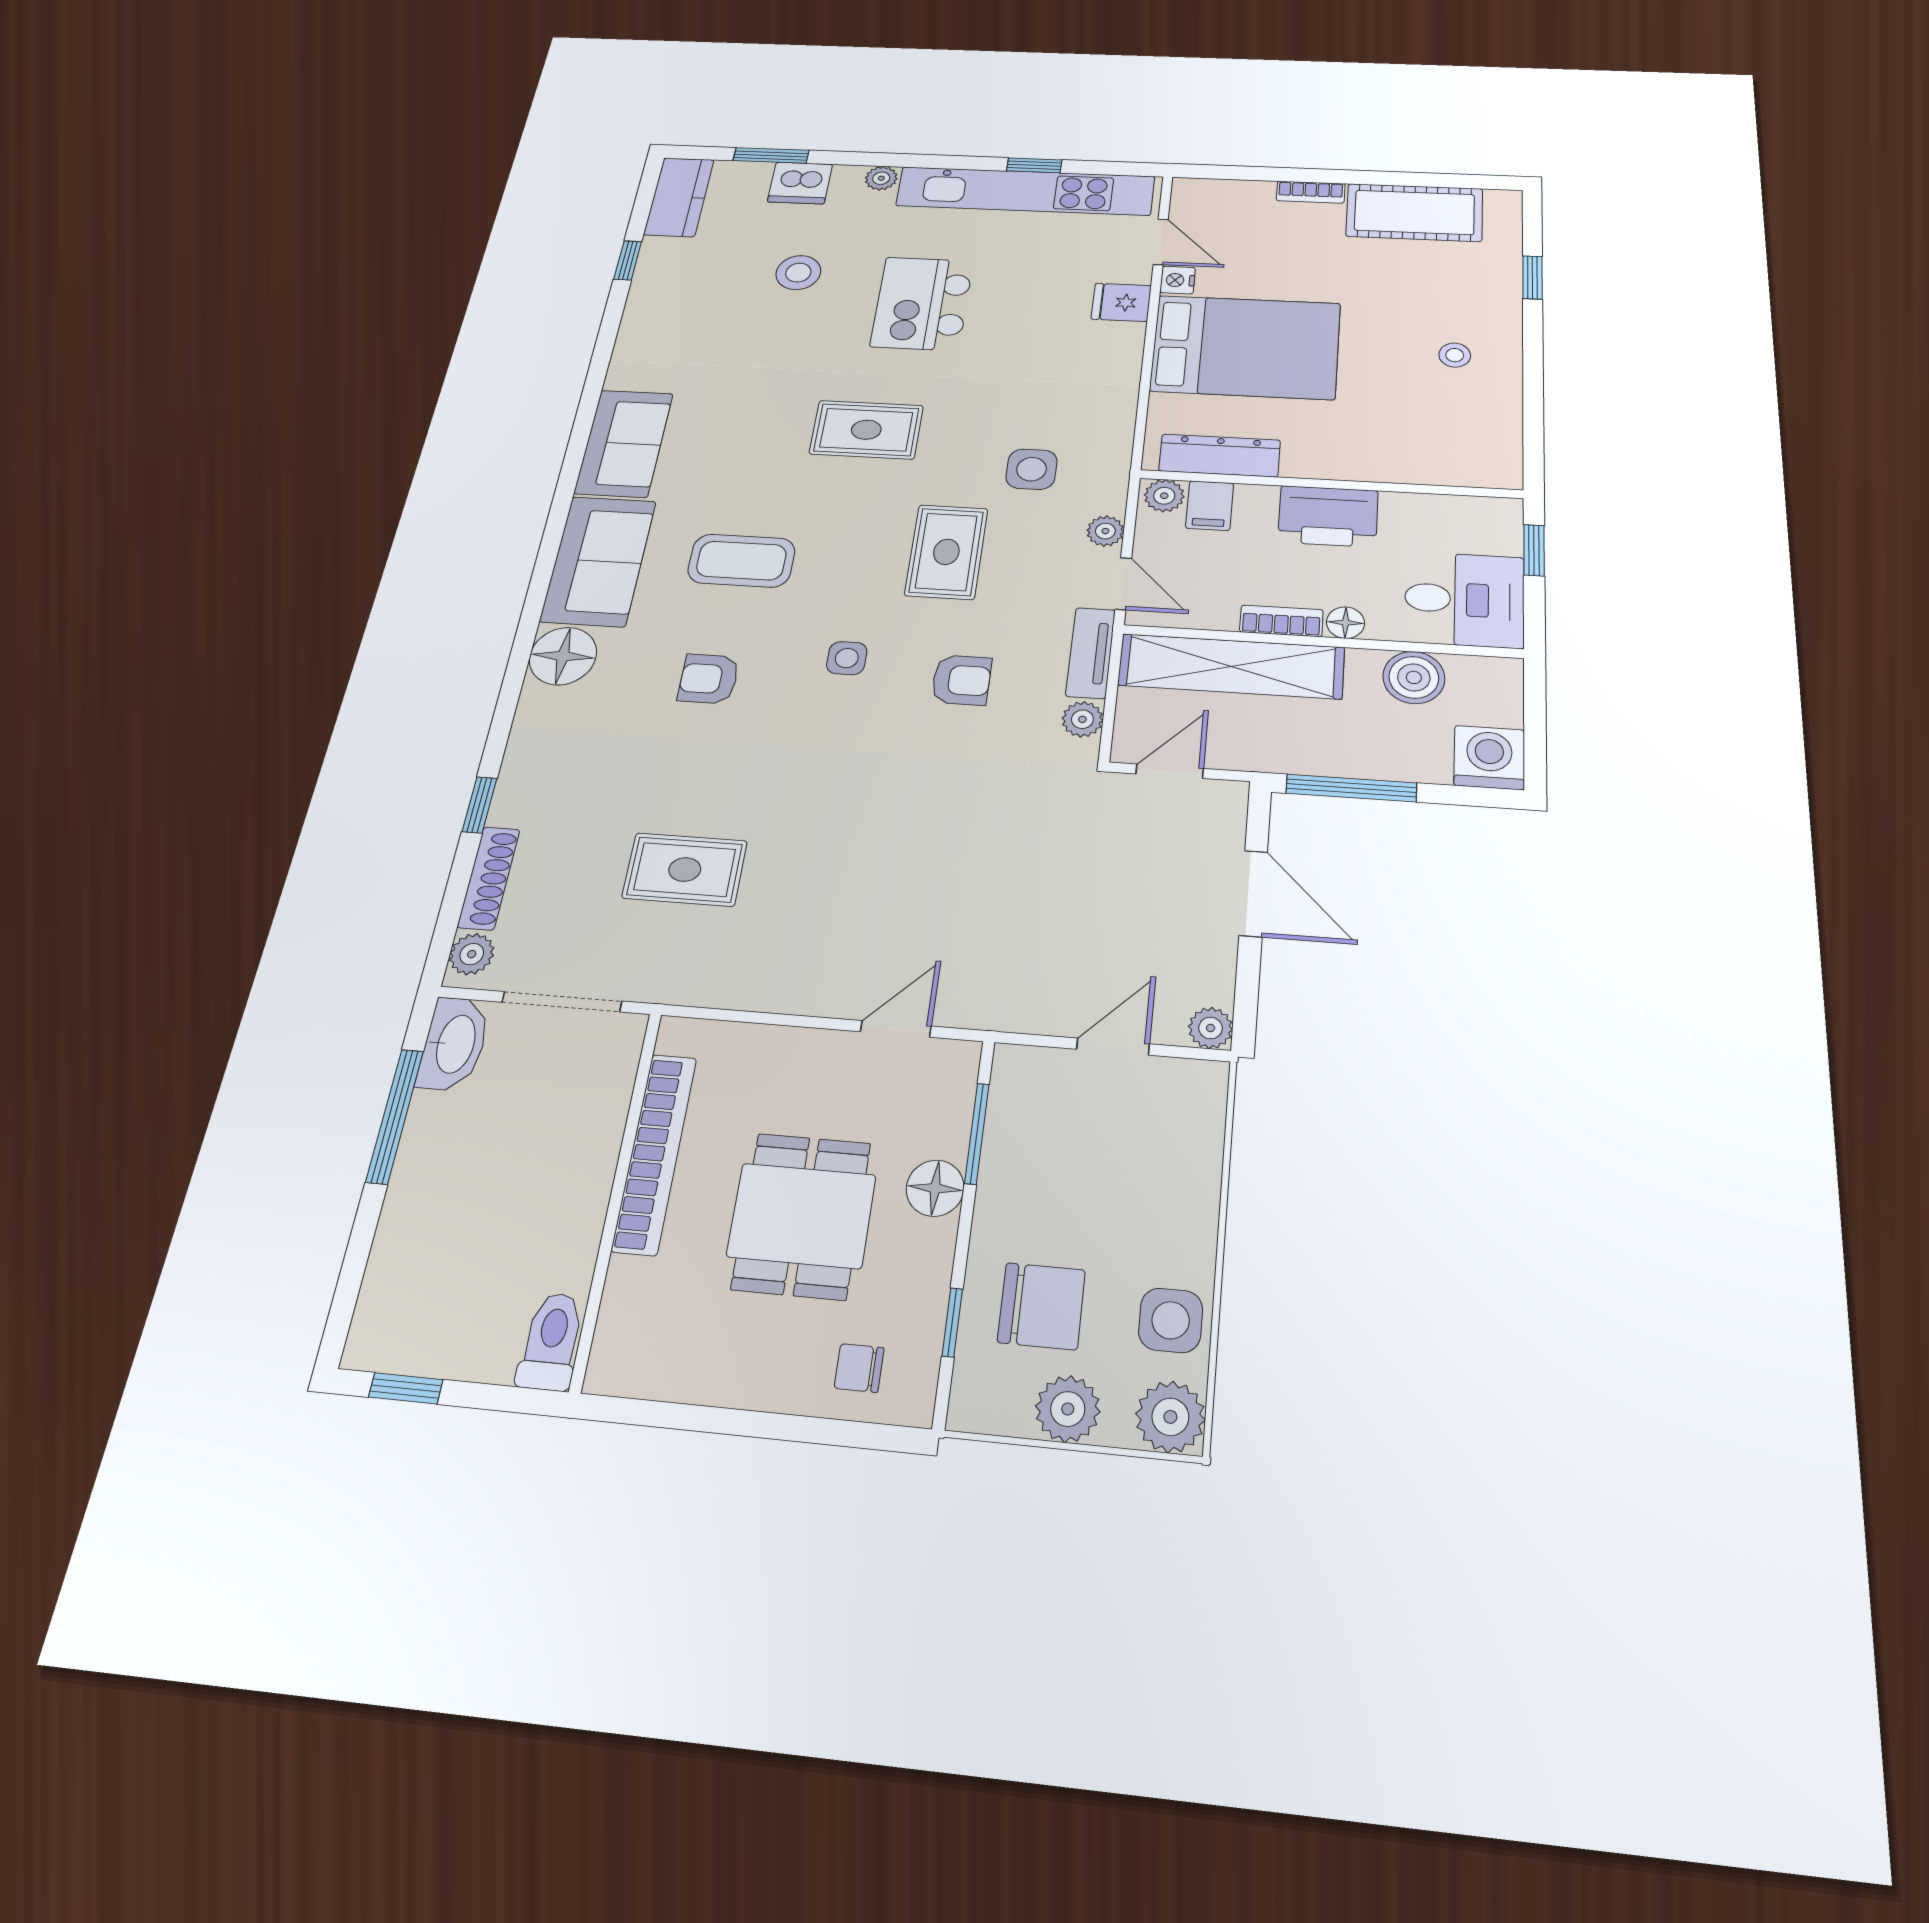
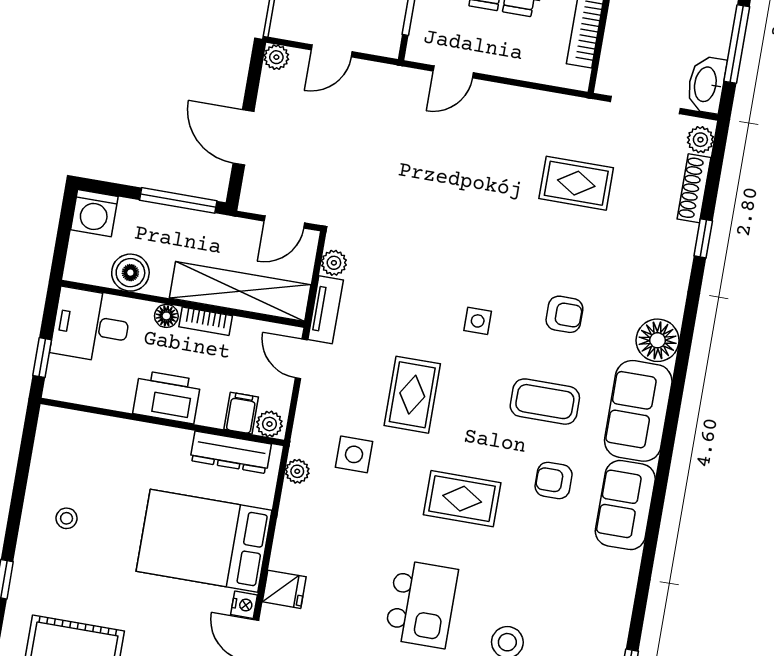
plant: (1105, 531) -> (297, 471), moved
armchair: (961, 680) -> (554, 480), moved

